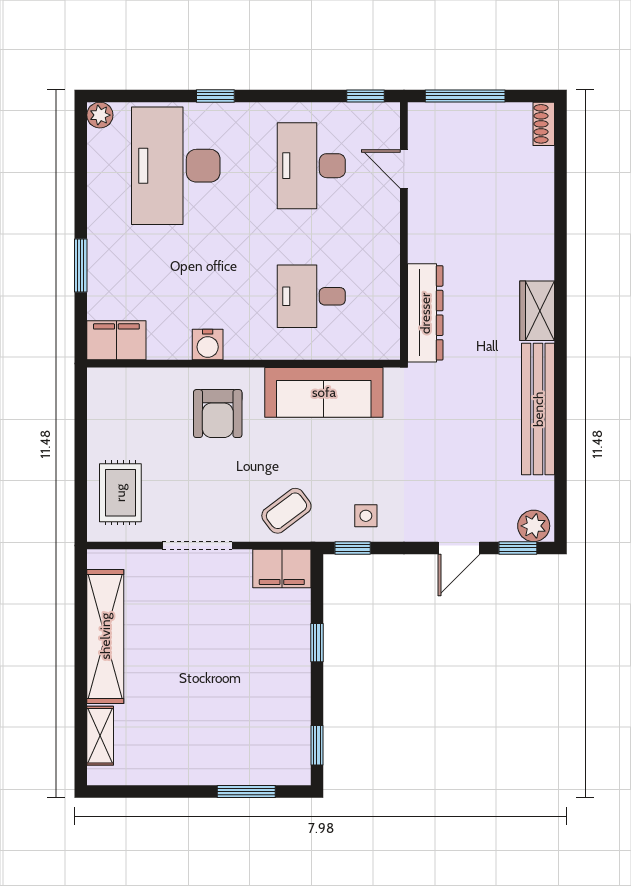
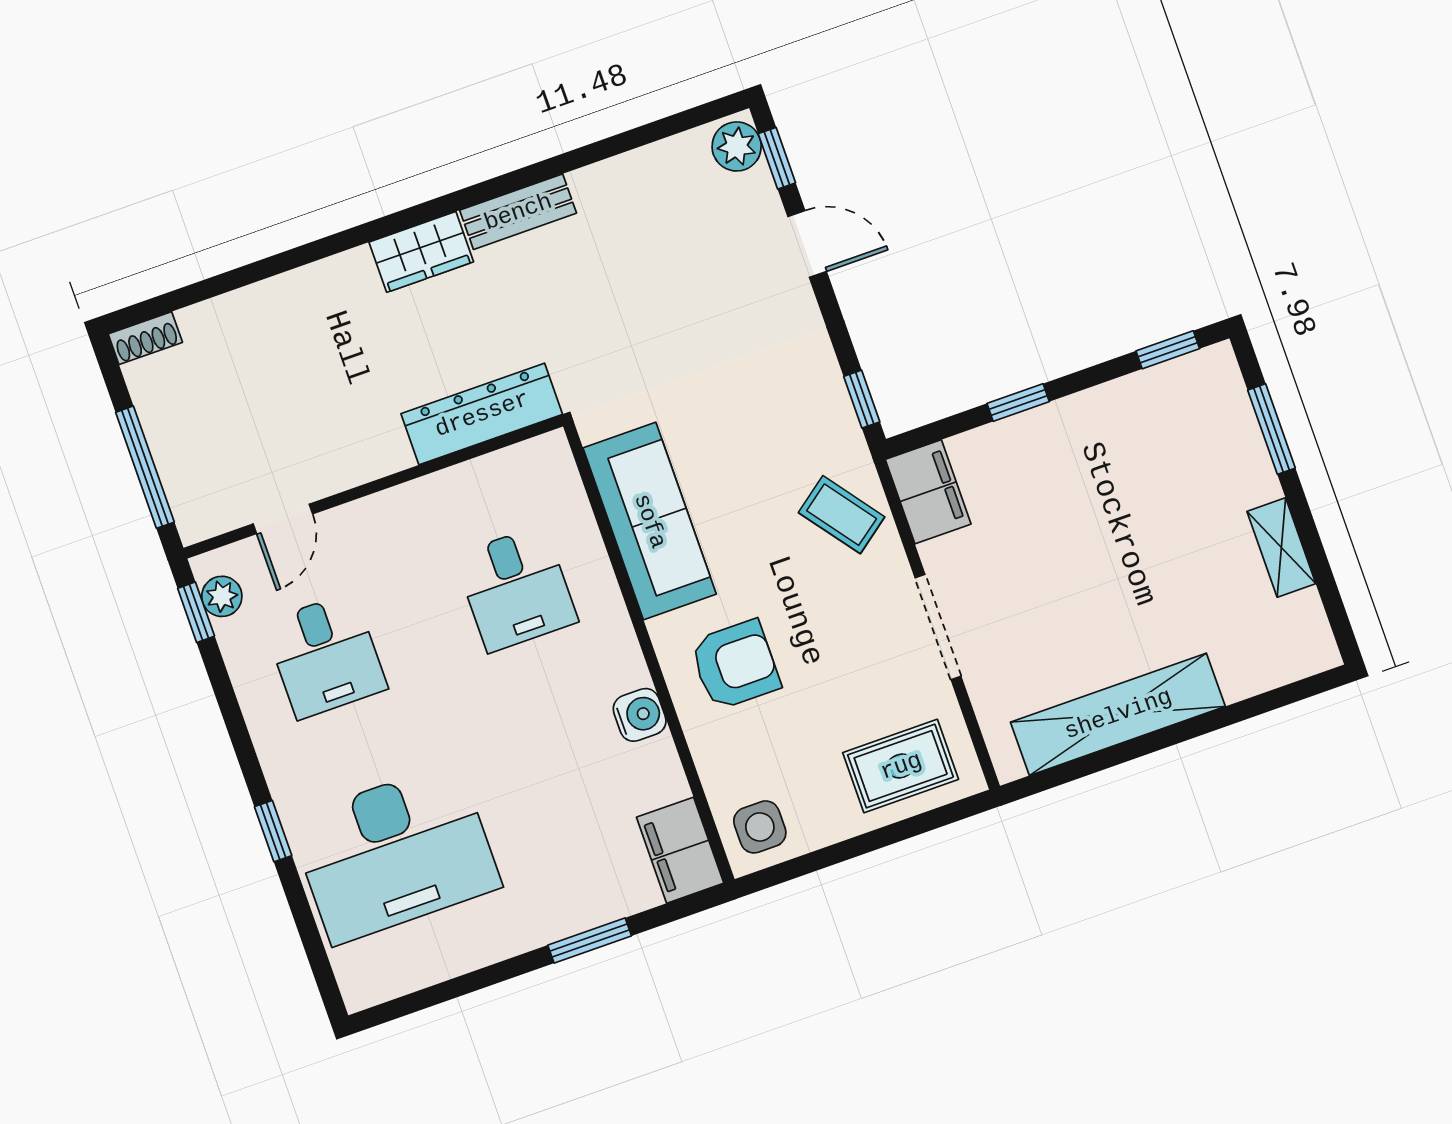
plant: (100, 115) -> (222, 596), moved
desk: (311, 166) -> (326, 656), width x0.73
bench: (538, 409) -> (518, 212), width x0.54, depth x0.82
side table: (366, 516) -> (760, 827), moved, width x1.37, depth x1.37
shelving: (100, 736) -> (1281, 547), moved, turned 90

